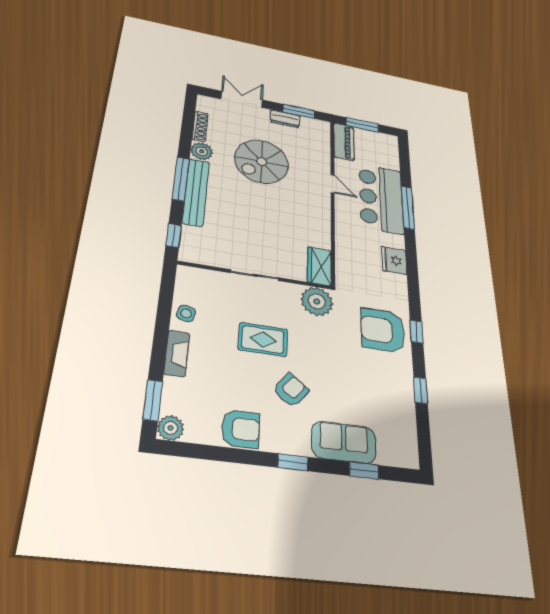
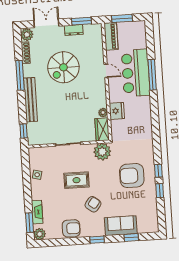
plant: (202, 151) -> (27, 35), moved
window: (181, 179) -> (20, 75), moved
plant: (323, 241) -> (103, 113), added
fridge: (394, 260) -> (117, 111), moved, turned 180
armchair: (383, 330) -> (132, 176), moved
window: (416, 332) -> (158, 171), moved
fireplace: (177, 353) -> (37, 212), moved

